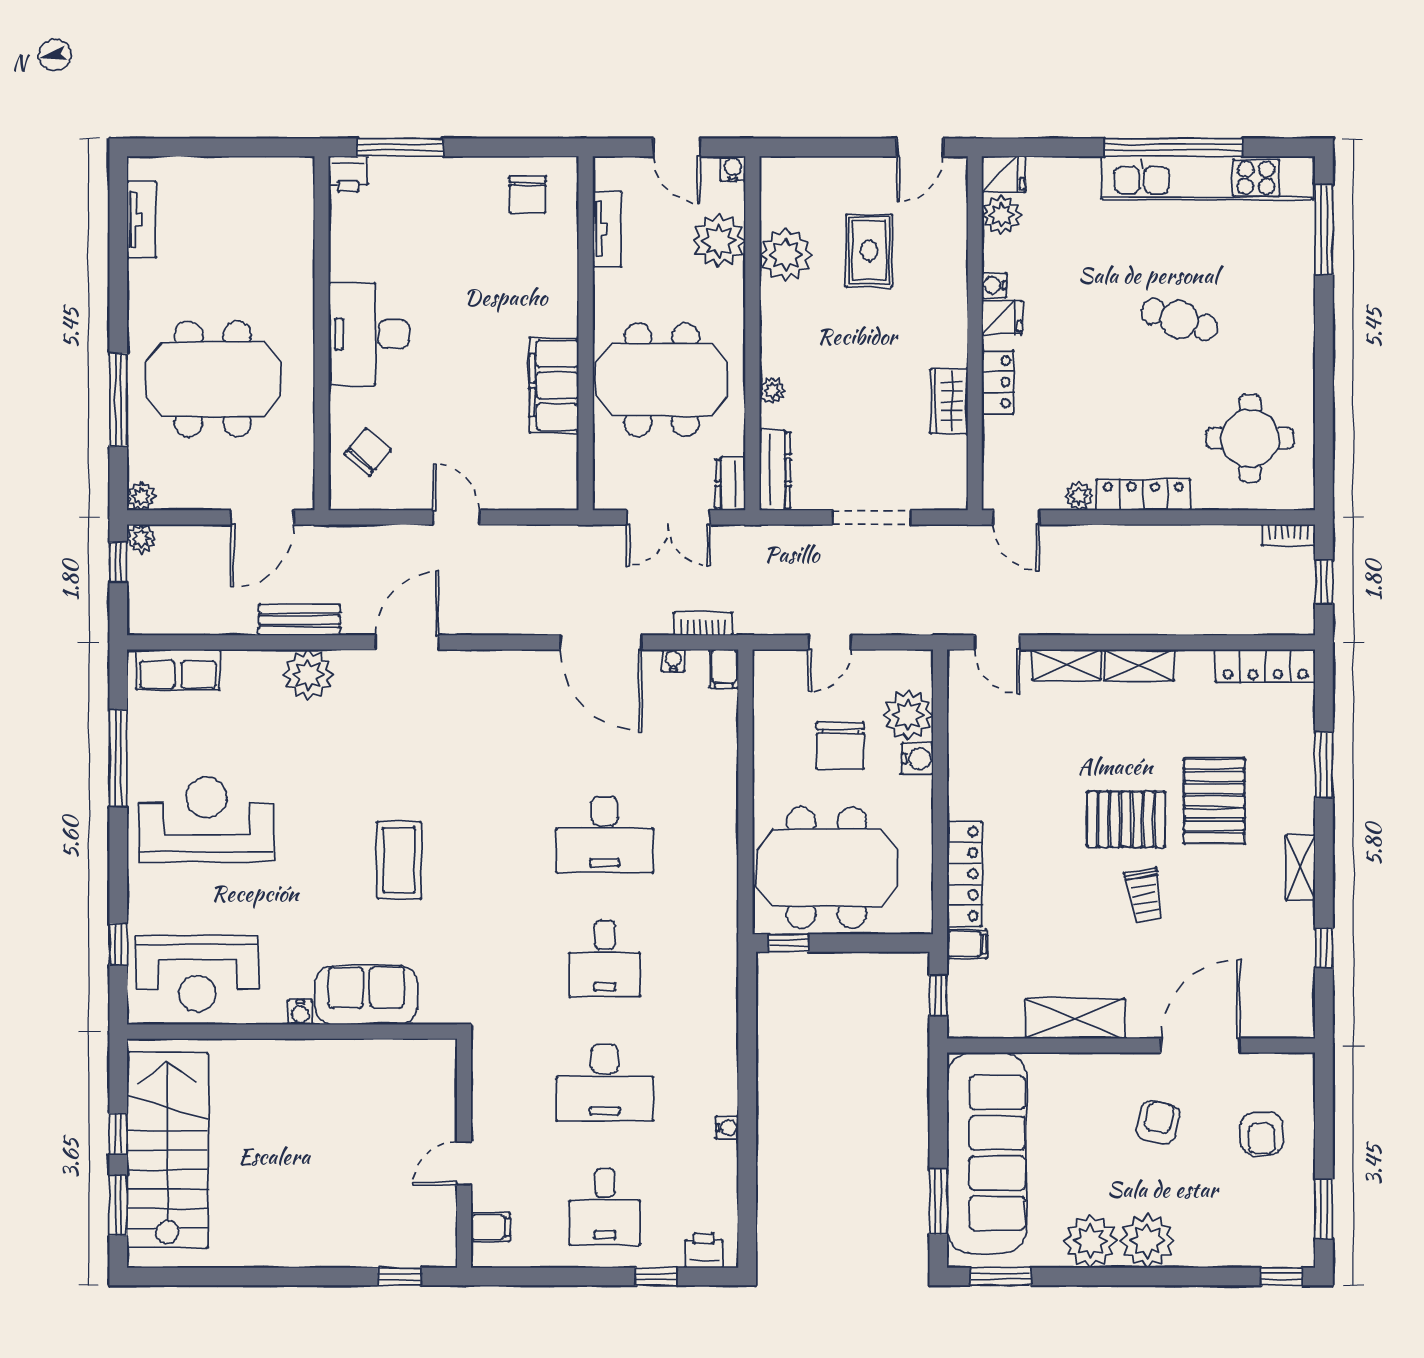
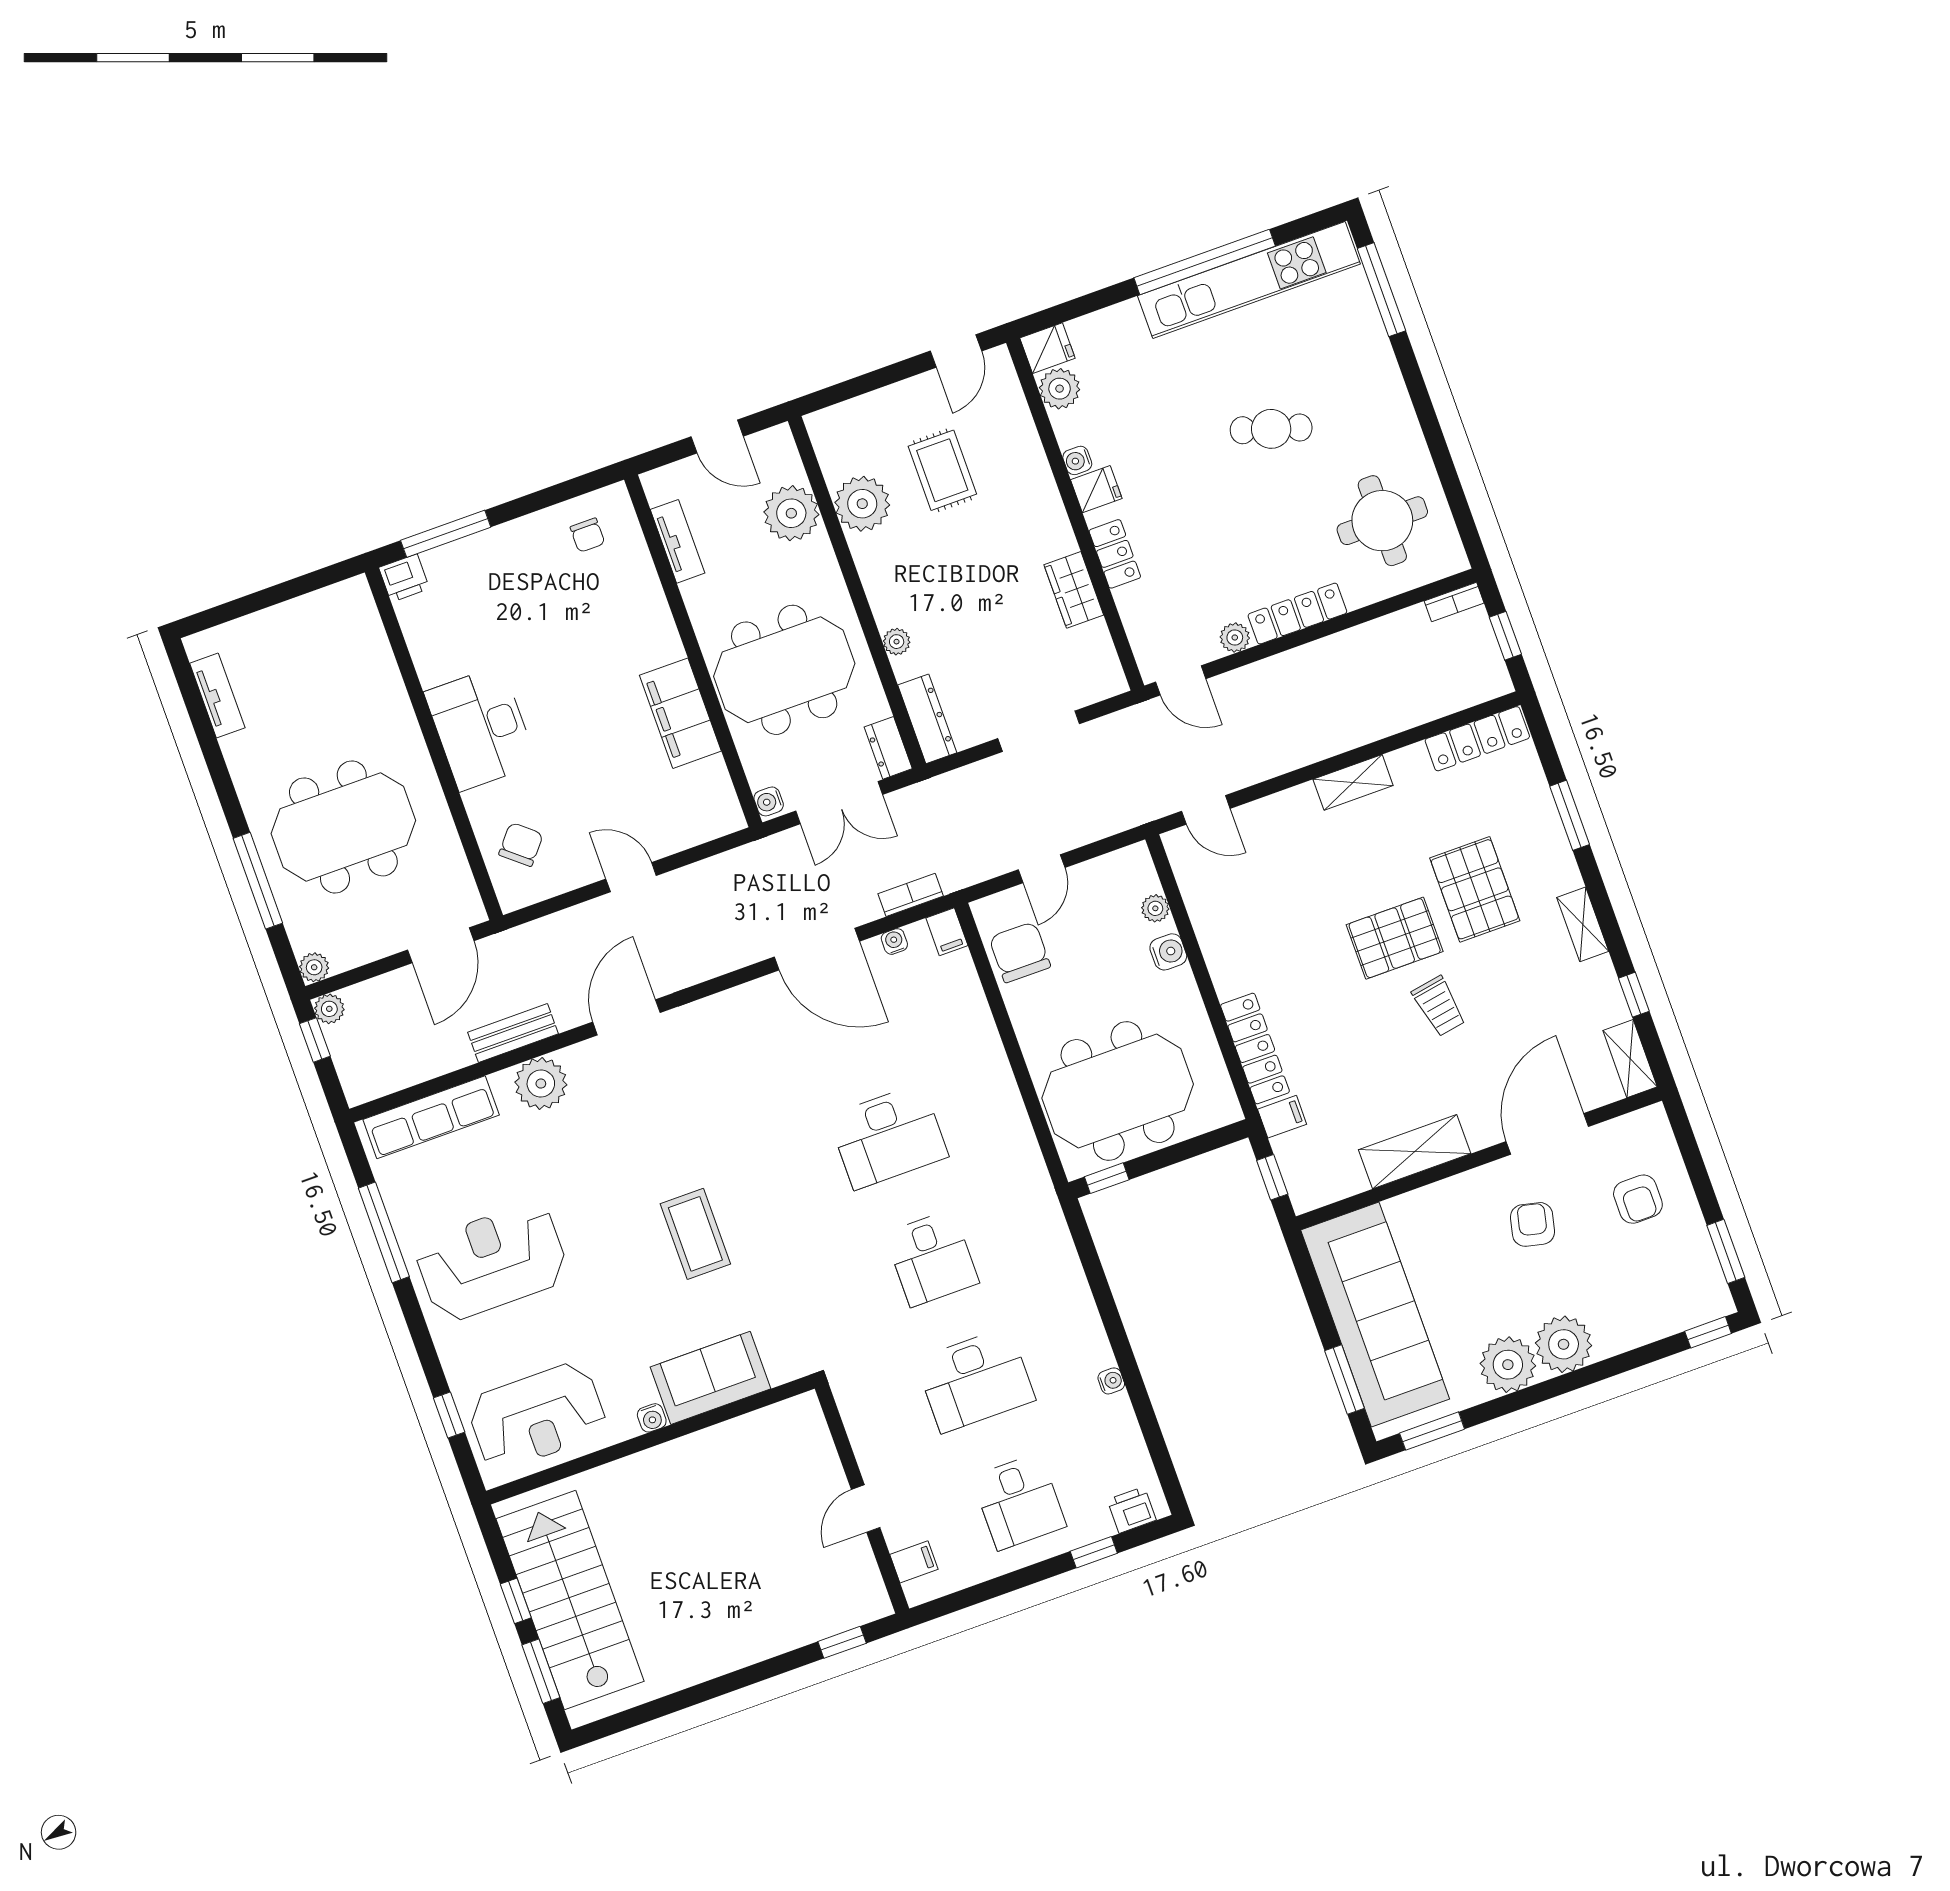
water cooler: (733, 169) -> (769, 801), moved, turned -90
chair: (528, 194) -> (588, 535), width x0.73, depth x0.73
shelving: (1067, 665) -> (1630, 1059), moved, turned 90
row of seats: (178, 670) -> (431, 1117), width x1.48
plant: (908, 715) -> (1155, 908), width x0.53, depth x0.53
chair: (840, 746) -> (1020, 952), moved, turned 180

